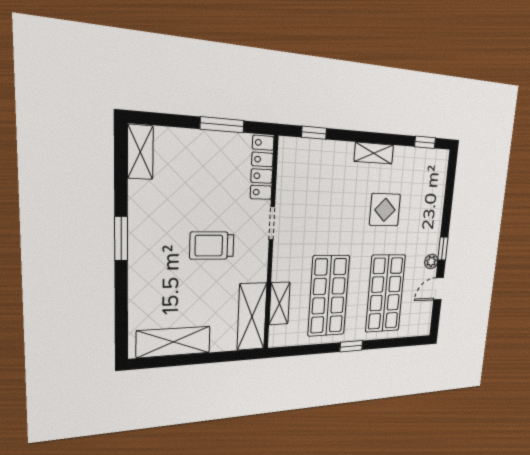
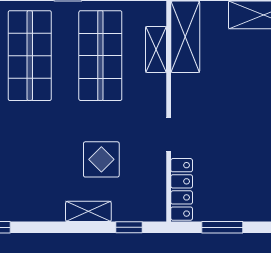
shelving: (374, 153) -> (88, 211), moved
display table: (385, 210) -> (101, 159), moved
trolley: (212, 246) -> (229, 111), removed

